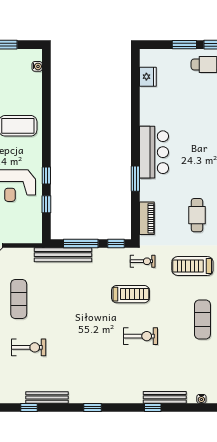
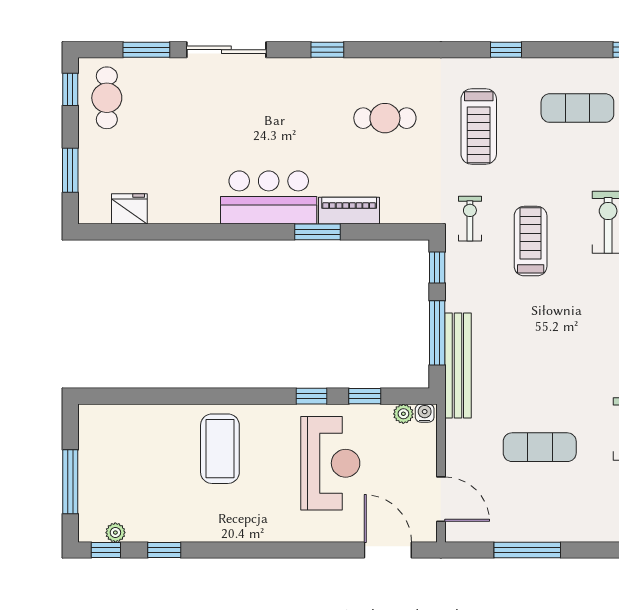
window: (184, 45) -> (70, 170), moved
water cooler: (37, 66) -> (425, 413), moved
piano: (147, 218) -> (349, 211), moved
plant: (37, 225) -> (403, 414), added

